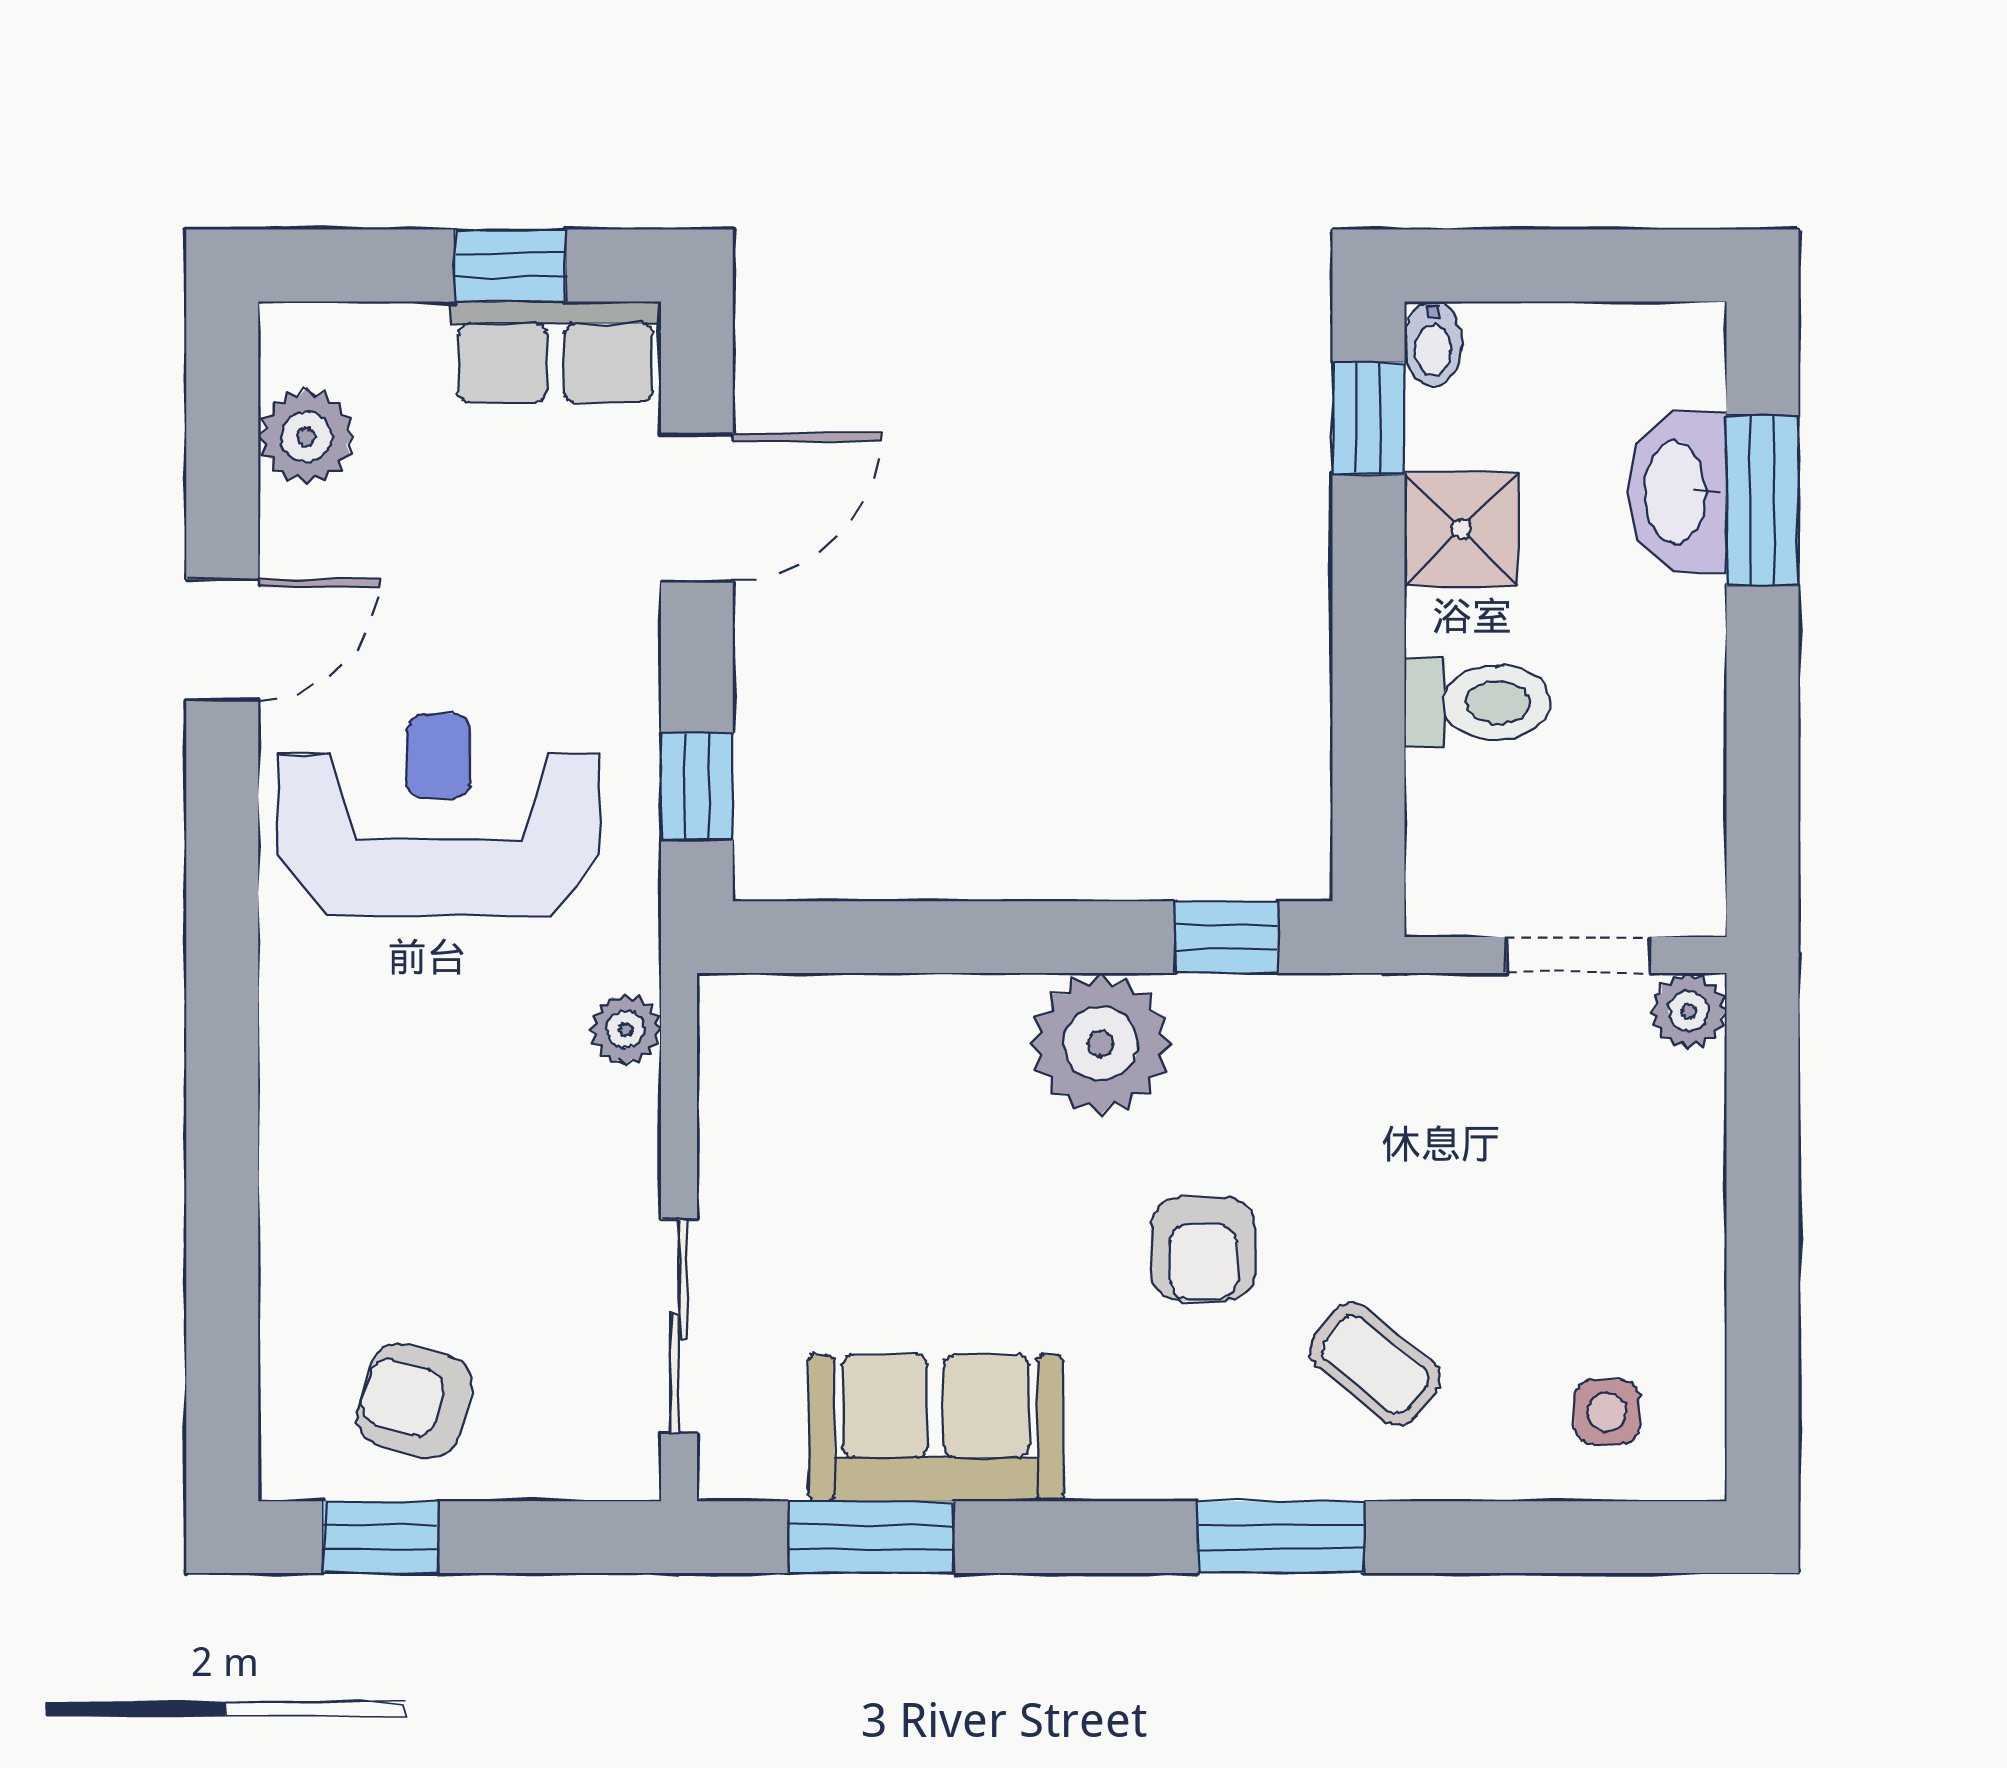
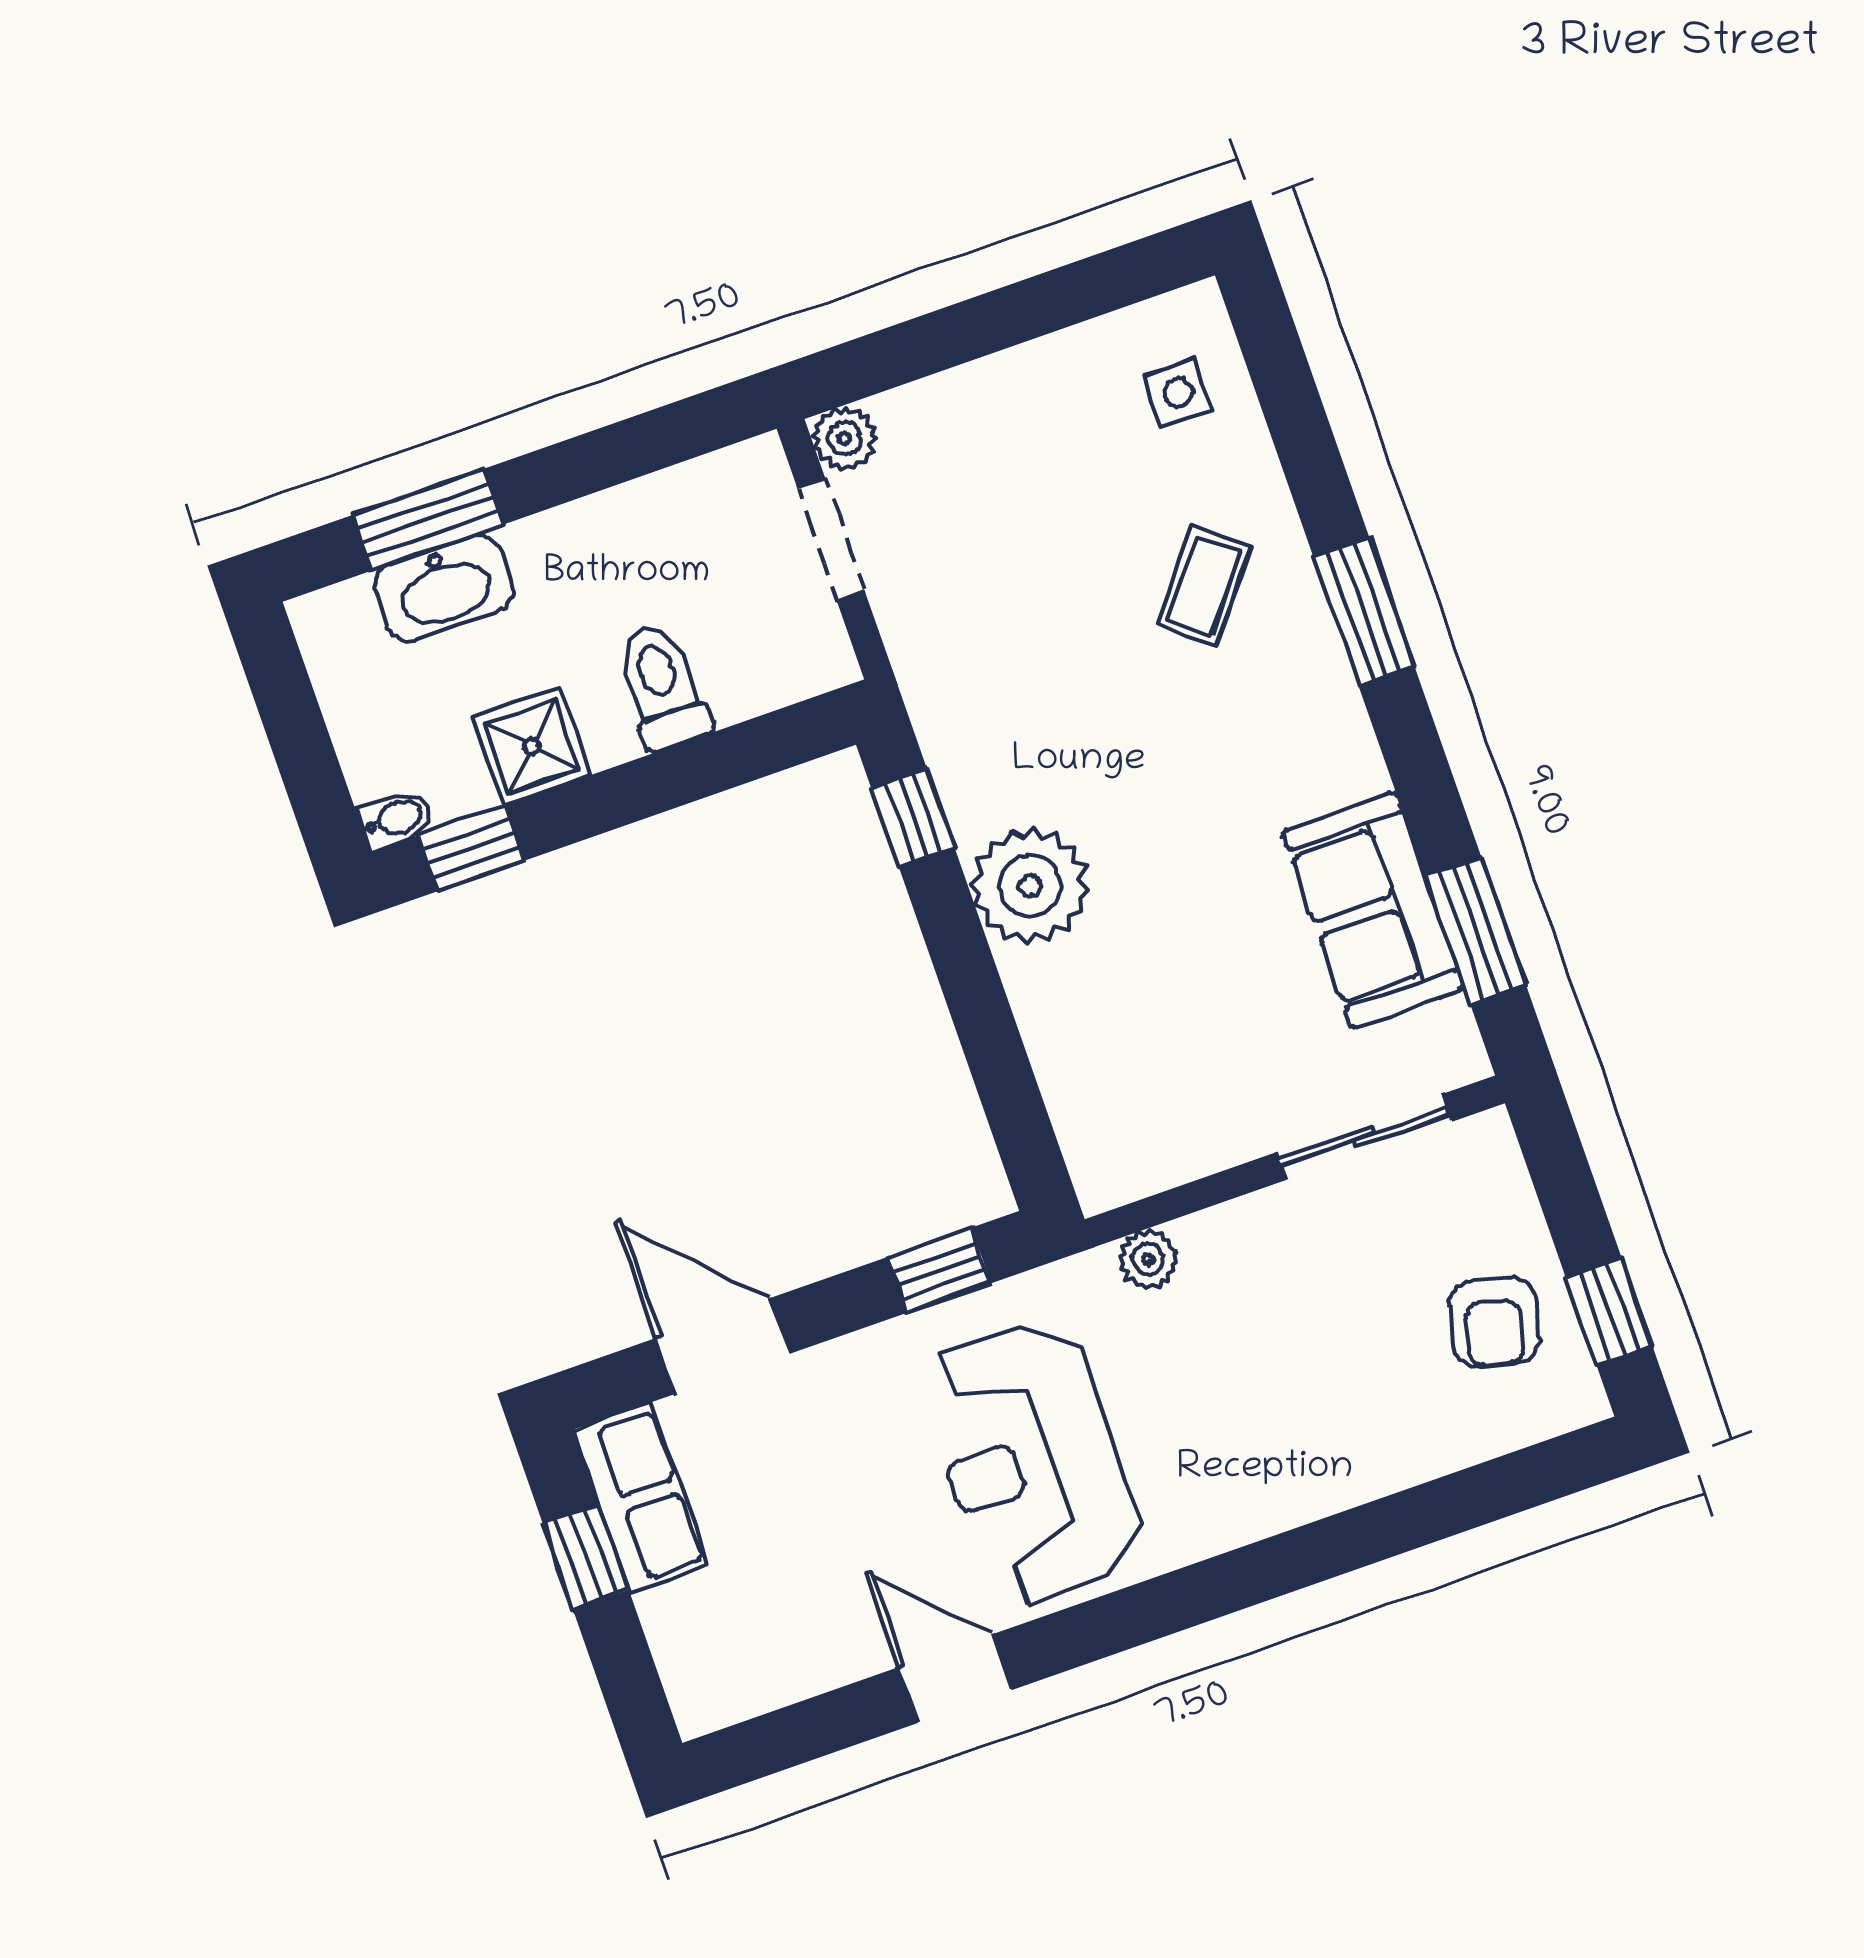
plant: (306, 437) -> (774, 1669), removed
armchair: (1203, 1249) -> (1161, 751), removed

